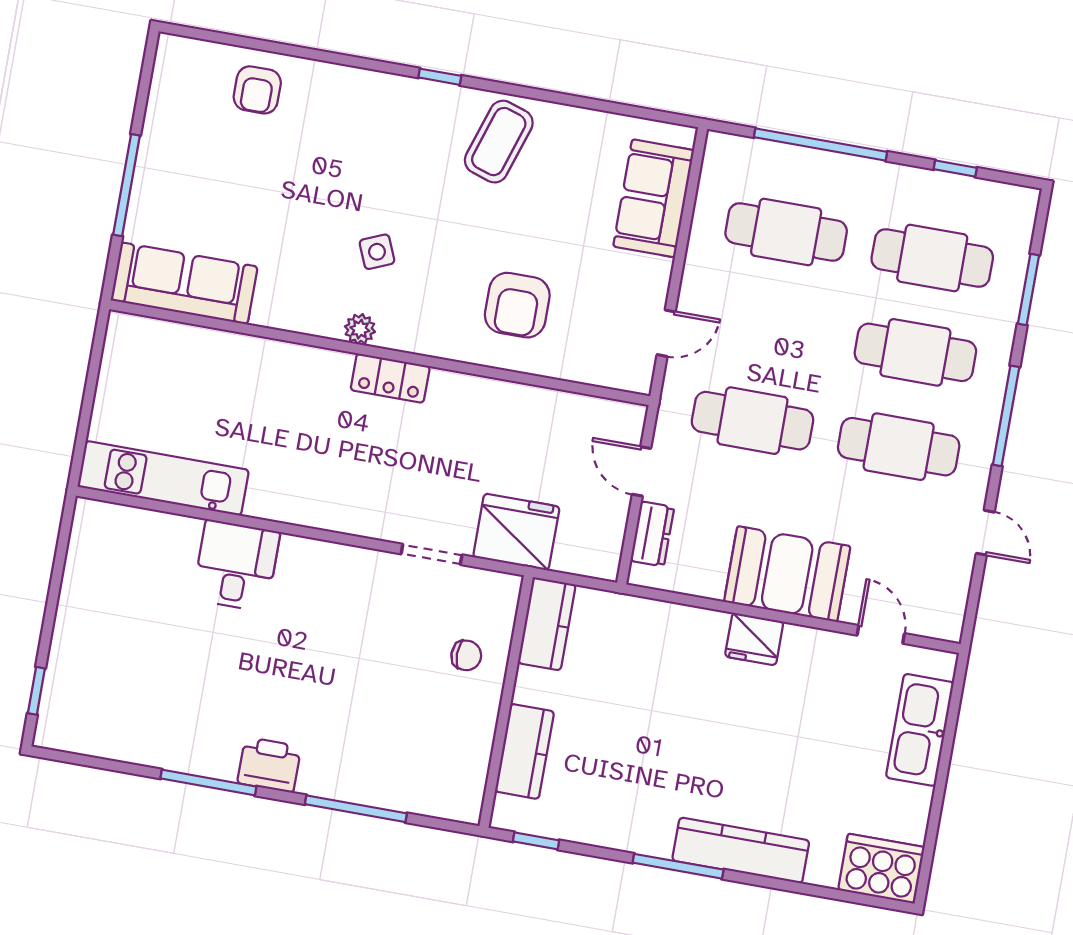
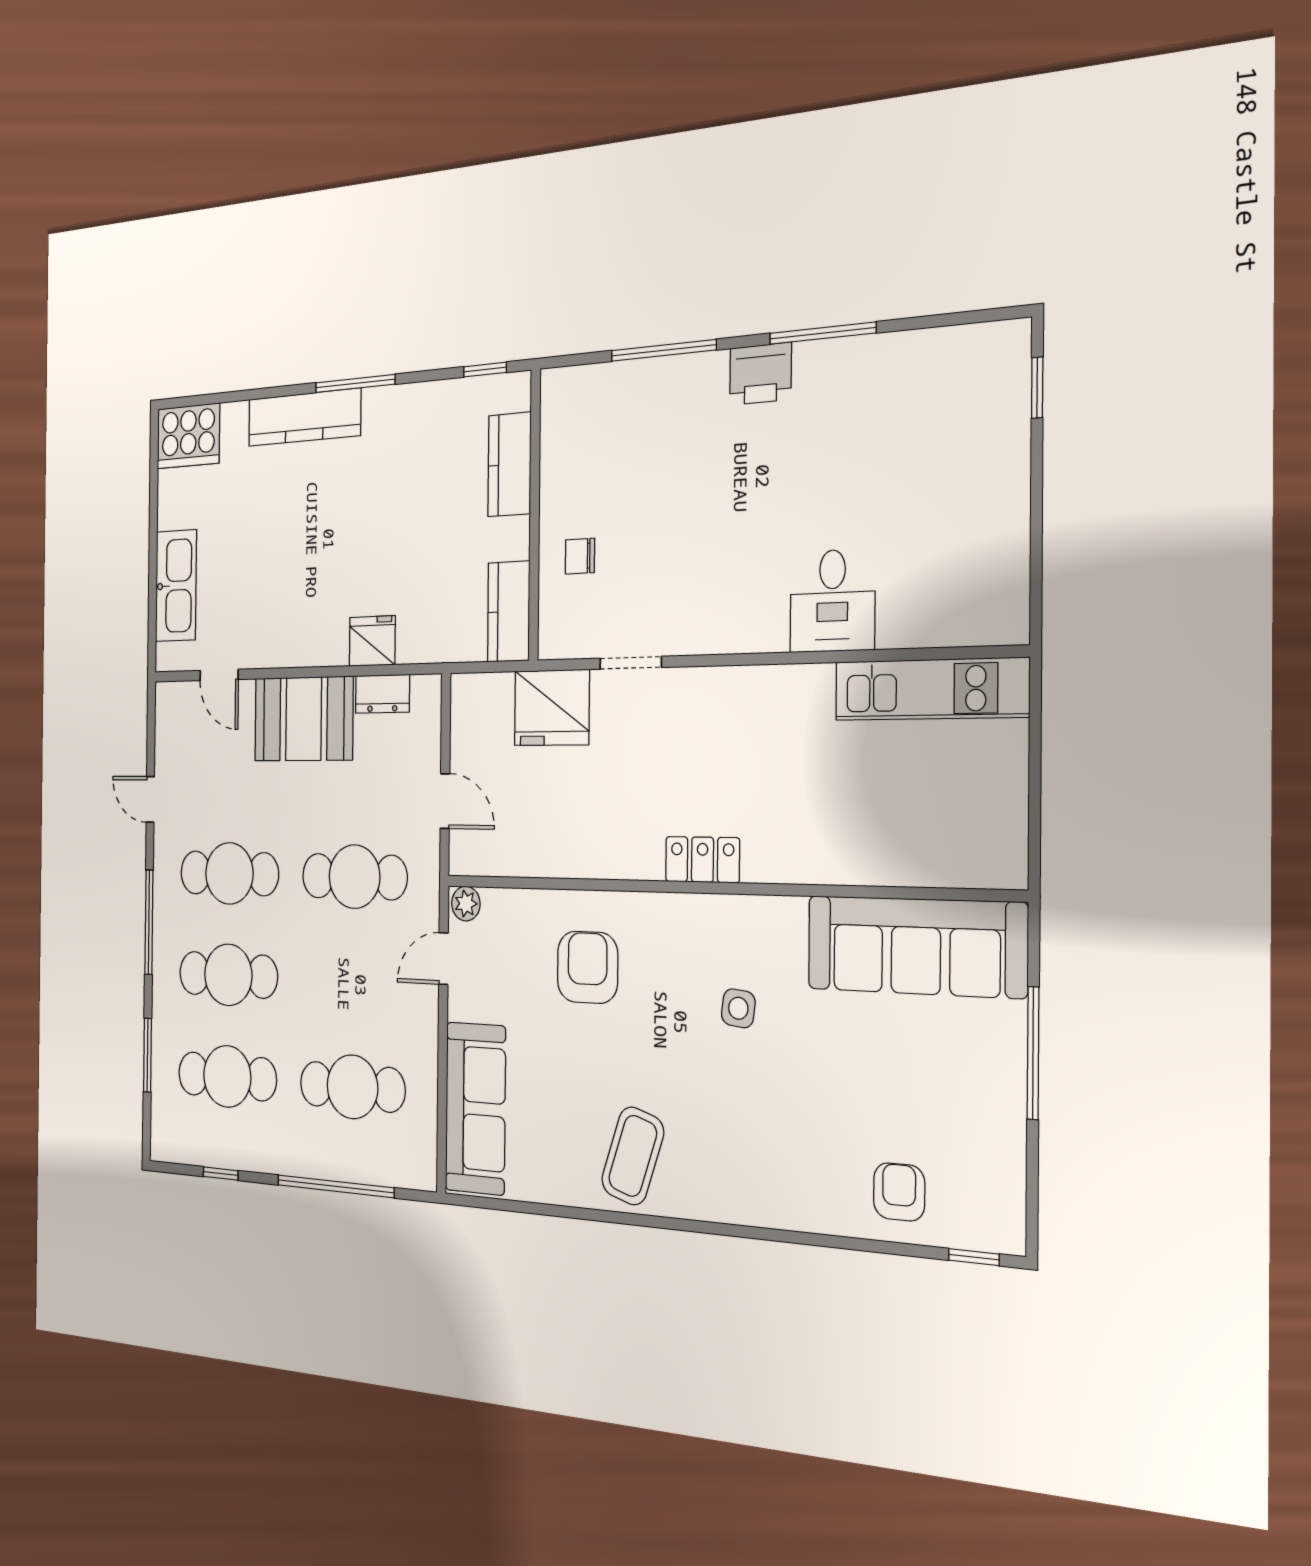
window: (440, 77) -> (974, 1257), moved
sofa: (654, 198) -> (475, 1108), width x1.36
side table: (377, 252) -> (738, 1008), turned 30
sofa: (184, 283) -> (916, 946), width x1.36, depth x1.27
plant: (360, 329) -> (466, 904), moved
dresser: (652, 534) -> (382, 694), moved, turned -90
fridge: (754, 639) -> (372, 641), moved

